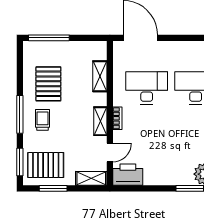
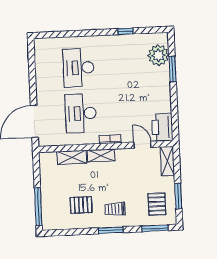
pallet: (48, 84) -> (81, 205), width x0.67, depth x0.71
window: (20, 114) -> (111, 230), width x0.69
shelving: (100, 121) -> (101, 156), moved
pallet: (46, 165) -> (157, 204), width x0.67, depth x0.71

